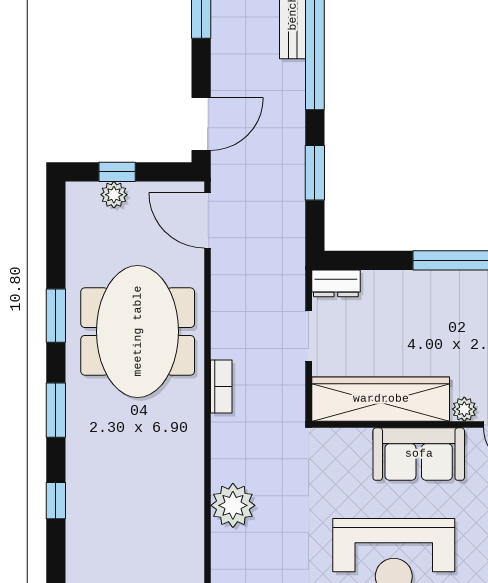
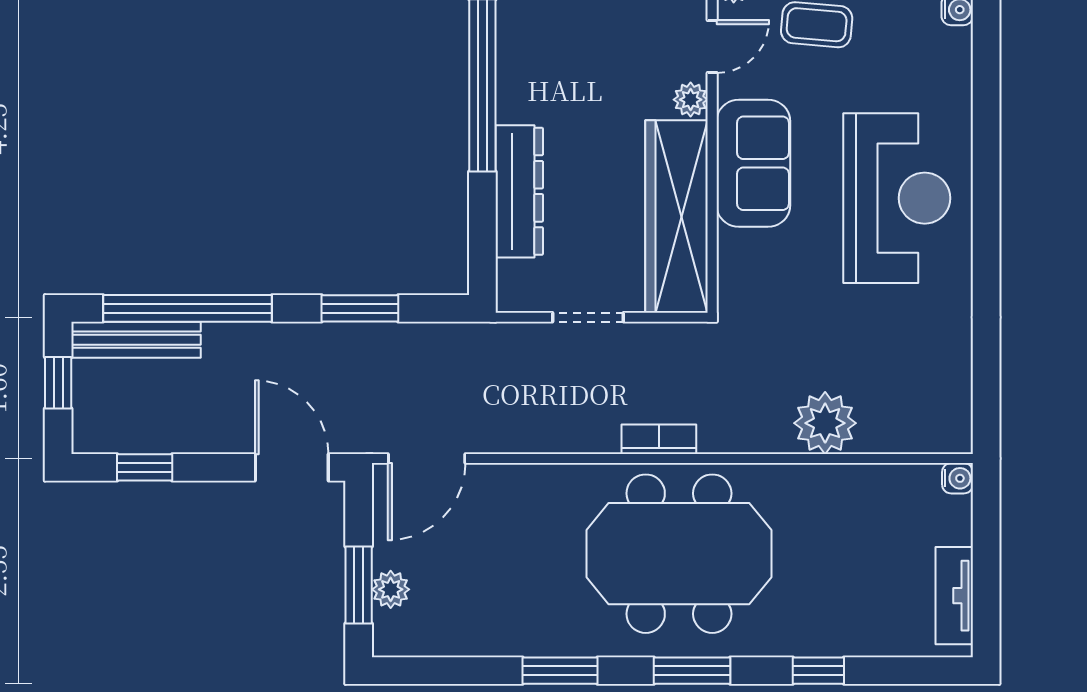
window: (117, 172) -> (359, 585), width x1.50
dresser: (336, 283) -> (519, 191), moved, width x1.96, depth x1.24
meeting table: (138, 331) -> (679, 554), moved

